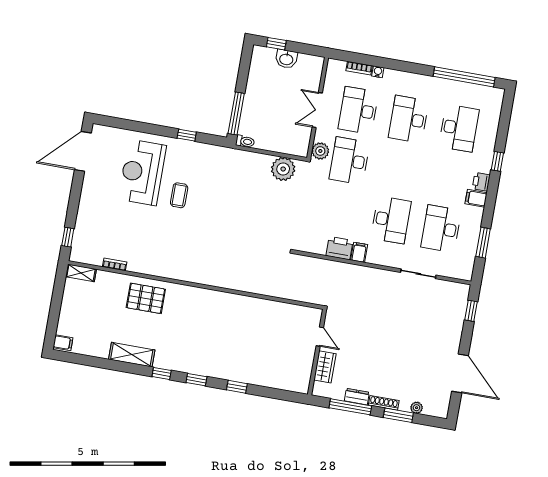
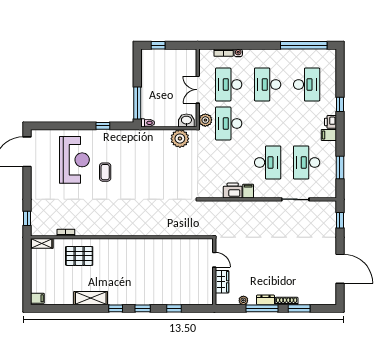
washbasin: (286, 59) -> (186, 120), moved, turned 180
reception desk: (142, 172) -> (74, 160), turned 180
pallet: (146, 298) -> (79, 256), moved
door: (320, 337) -> (214, 260), moved
wall: (317, 352) -> (214, 272), moved
wardrobe: (325, 367) -> (222, 282), moved
plant: (417, 408) -> (243, 300), moved

